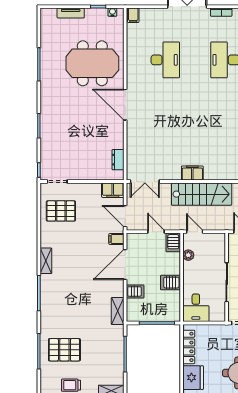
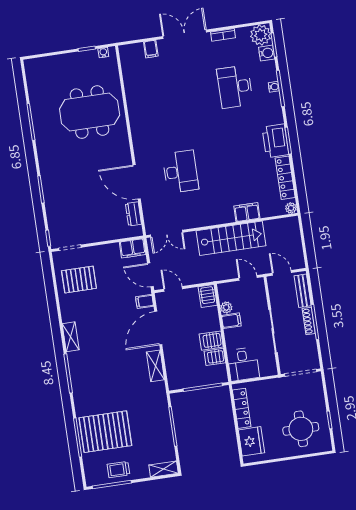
tv unit: (71, 13) -> (58, 60), removed
filing cabinet: (133, 15) -> (151, 49), moved
desk: (165, 60) -> (180, 172), moved
door: (125, 105) -> (137, 182), moved
filing cabinet: (192, 173) -> (247, 212), moved
door: (156, 232) -> (173, 289), moved
door: (195, 232) -> (248, 278), moved
filing cabinet: (191, 268) -> (231, 321), added
server rack: (135, 291) -> (215, 357), moved, turned 180
shelving: (118, 311) -> (155, 366), moved
pallet: (64, 350) -> (105, 432), width x1.37, depth x1.41

